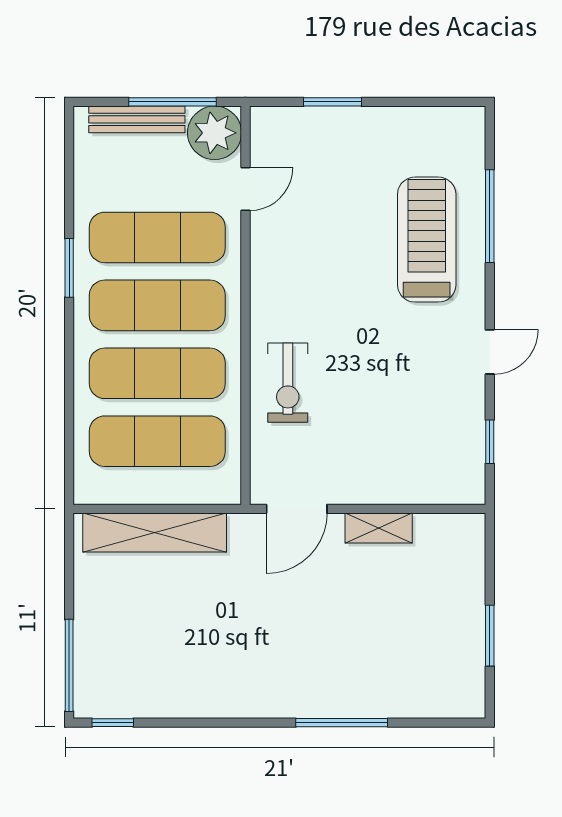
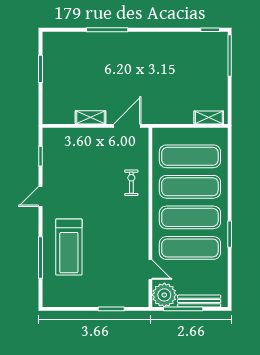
door: (246, 189) -> (150, 270), swing flipped
exercise bike: (288, 383) -> (131, 183), width x0.73, depth x0.72
shelving: (155, 533) -> (209, 117), width x0.45, depth x0.75

